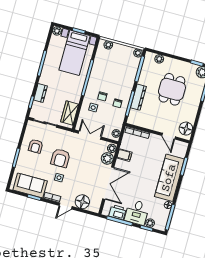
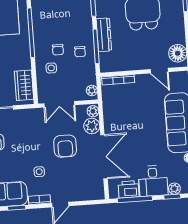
double door: (90, 135) -> (59, 104), swing flipped
filing cabinet: (124, 155) -> (112, 114), removed
armchair: (60, 158) -> (65, 146), moved
floor lamp: (82, 202) -> (79, 192), removed

